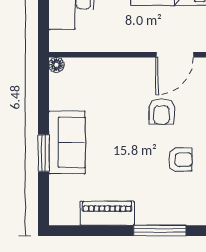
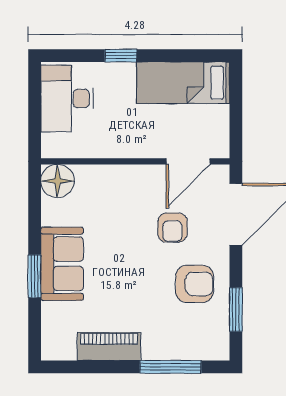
floor lamp: (56, 65) -> (57, 181), width x1.89, depth x1.89
armchair: (180, 160) -> (195, 284), width x1.38, depth x1.38

